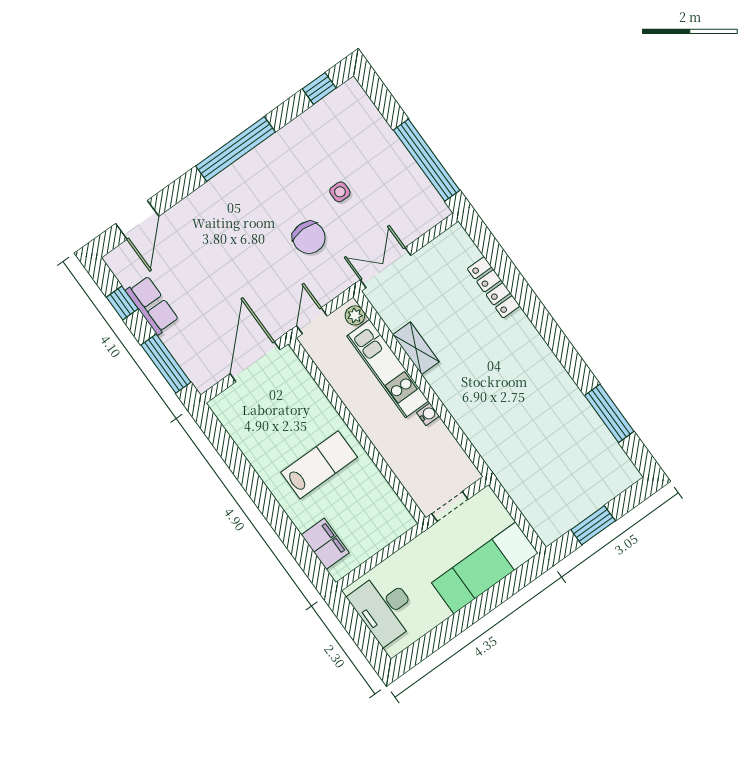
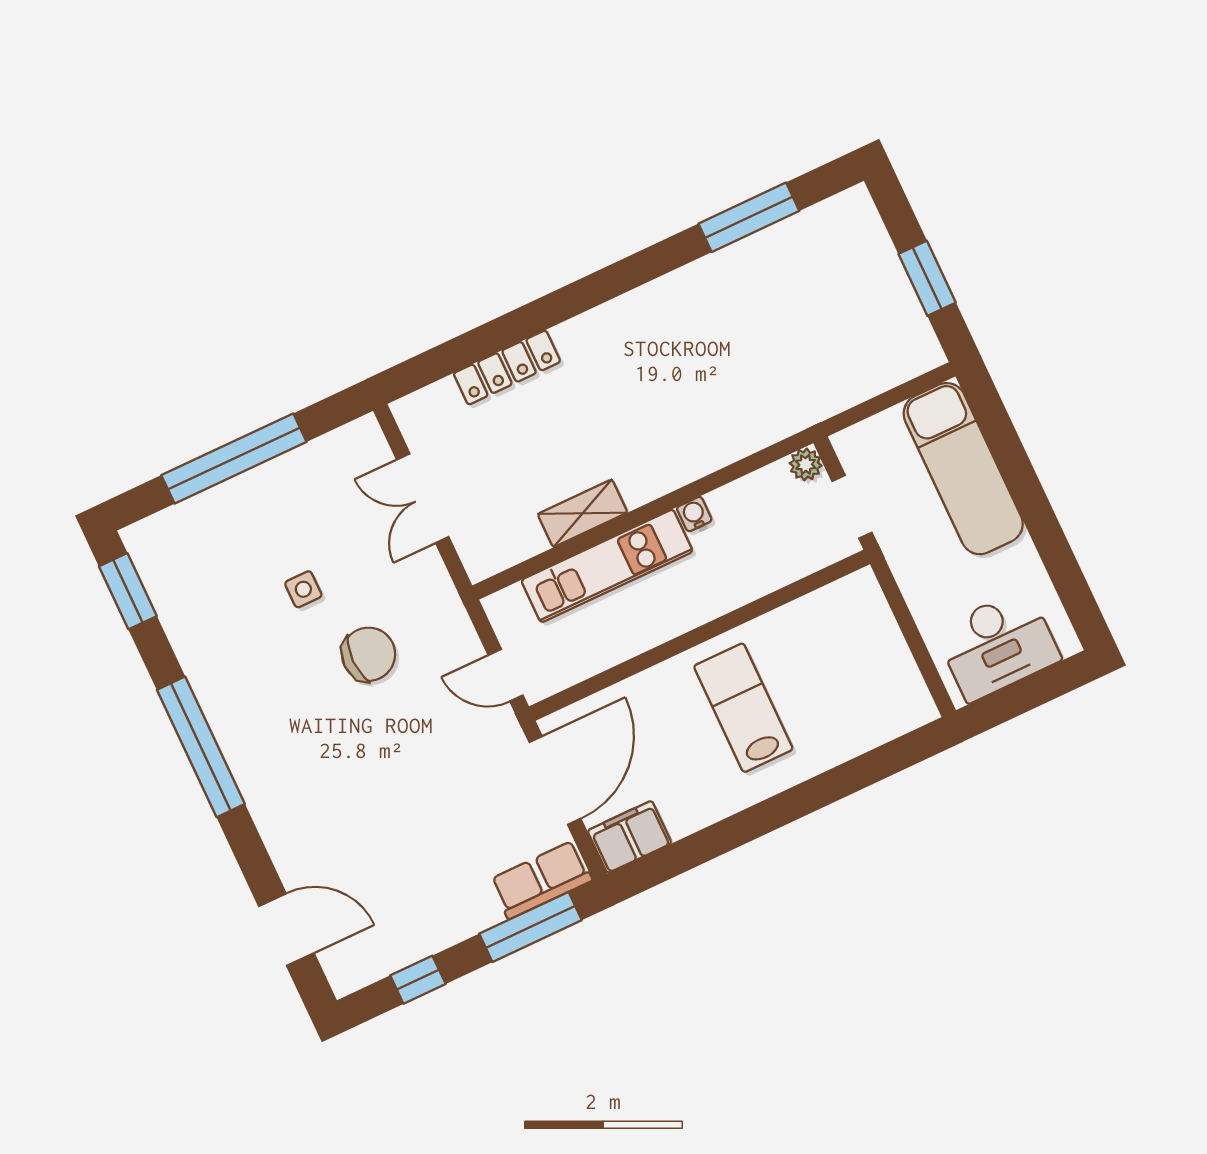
window: (319, 88) -> (128, 591), width x1.50
window: (427, 160) -> (234, 459), moved
double door: (386, 268) -> (423, 498), moved
row of seats: (152, 305) -> (541, 880), moved
plant: (355, 315) -> (806, 464), moved
door: (255, 362) -> (555, 780), swing flipped
filing cabinet: (325, 544) -> (630, 837), moved

